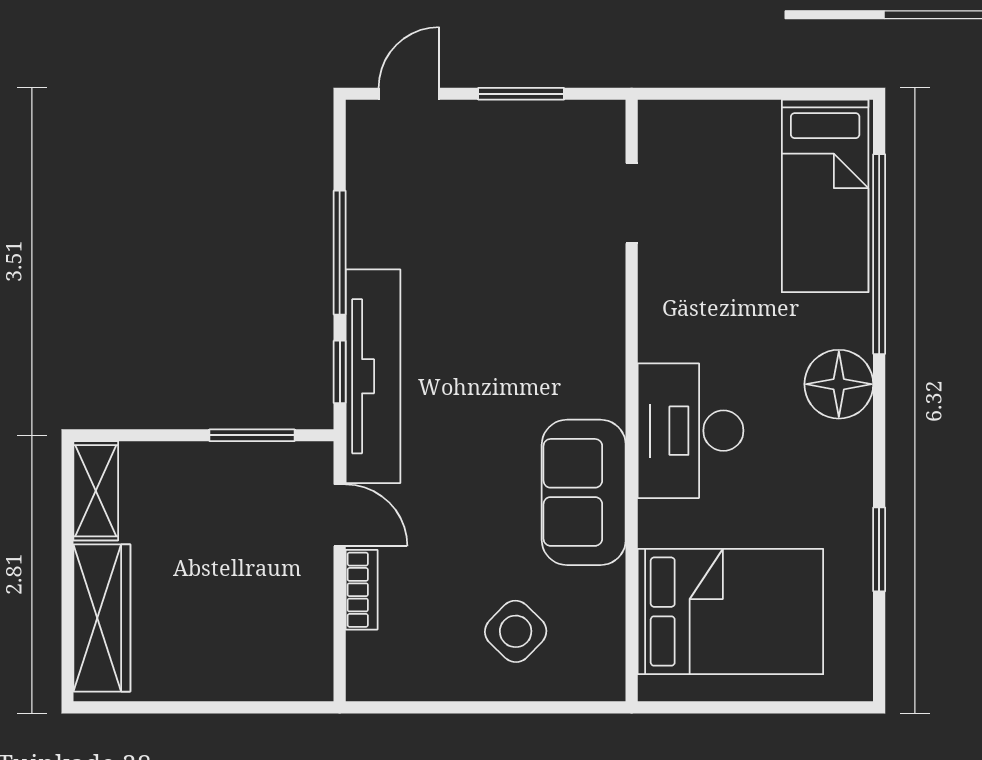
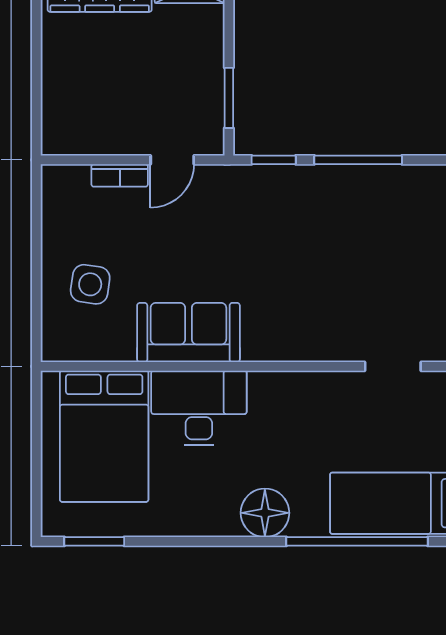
tv unit: (373, 376) -> (271, 183), removed
desk: (691, 431) -> (199, 408), moved
window: (879, 549) -> (94, 541), moved
side table: (516, 631) -> (90, 284), turned -36

